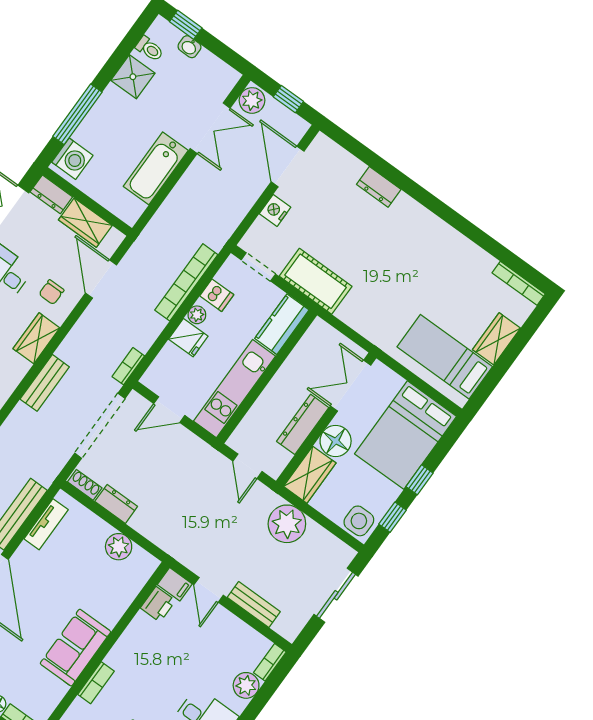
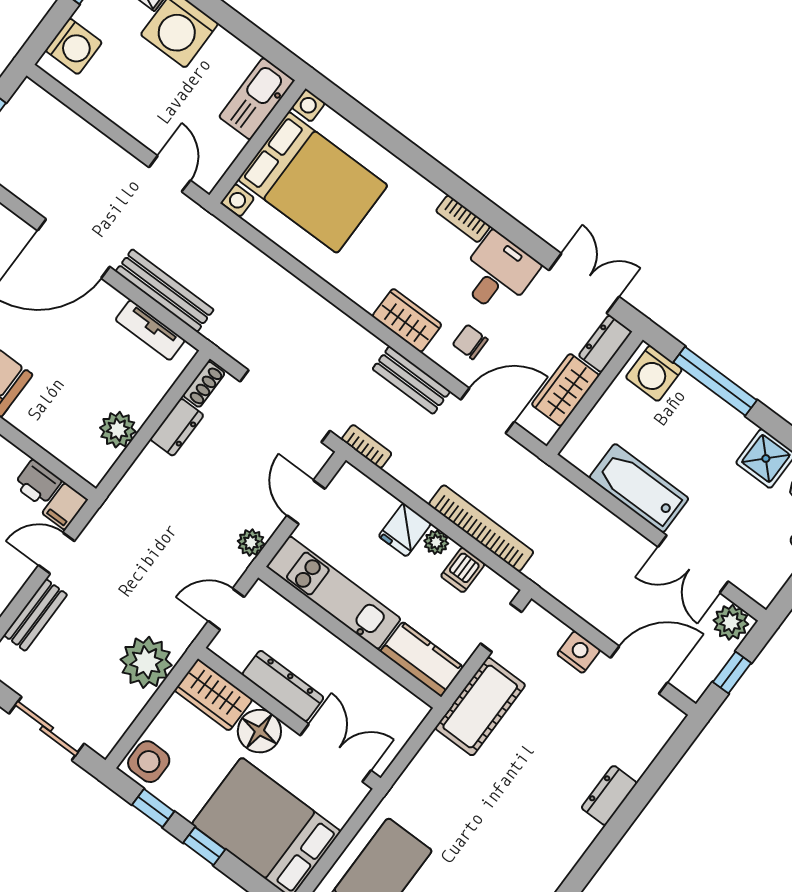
bench: (45, 383) -> (411, 380), moved
plant: (199, 449) -> (251, 543), added

